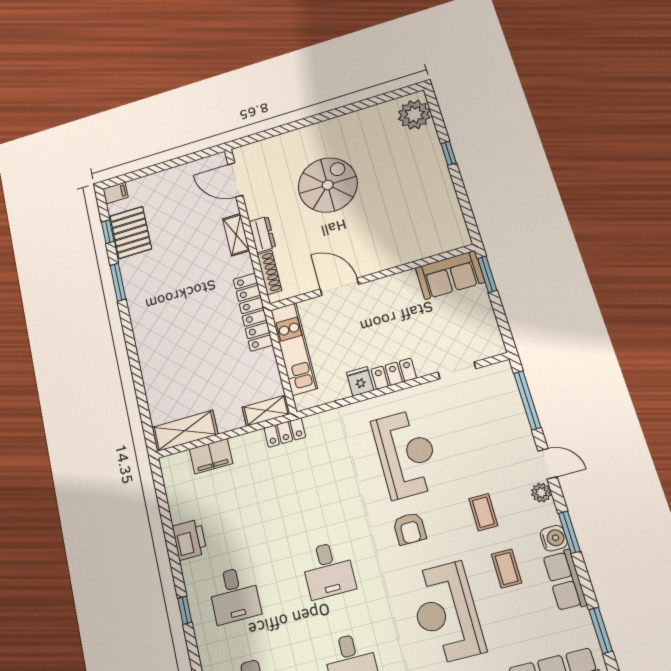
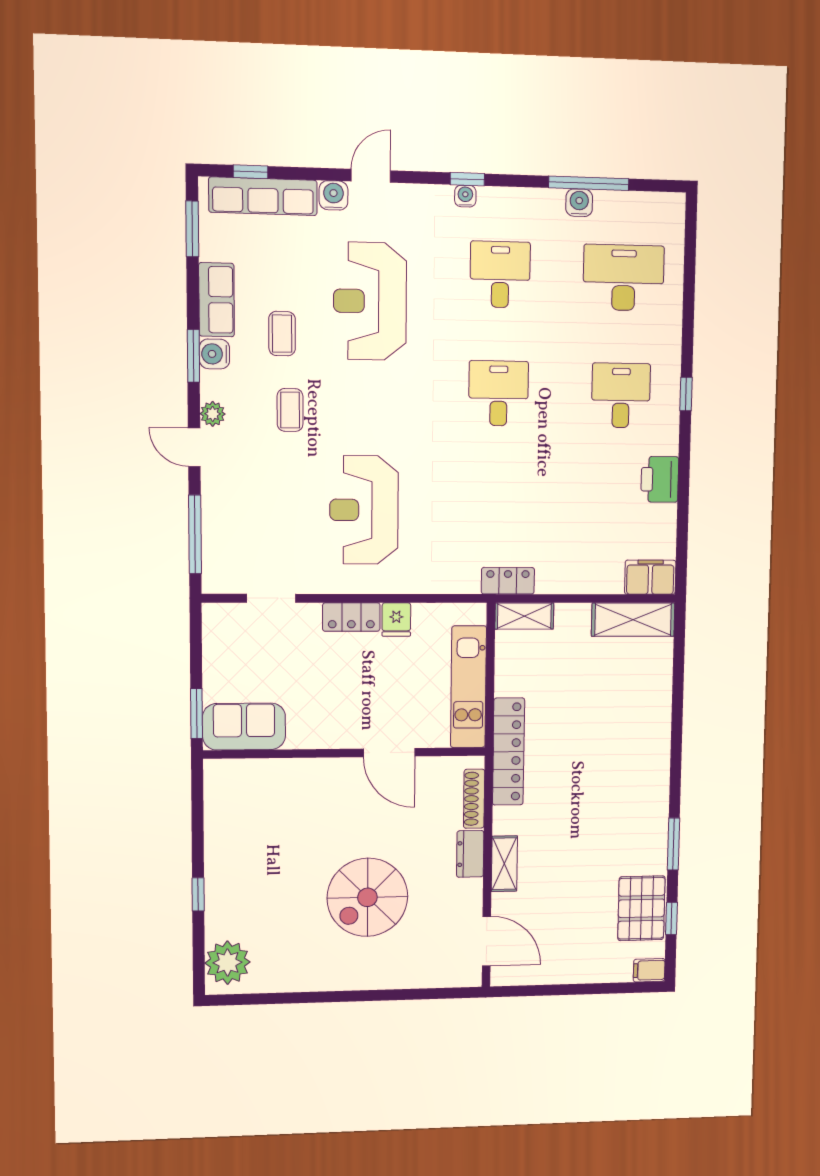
filing cabinet: (211, 456) -> (650, 577), moved
armchair: (410, 529) -> (386, 416), removed
reception desk: (446, 613) -> (370, 301), turned 180

